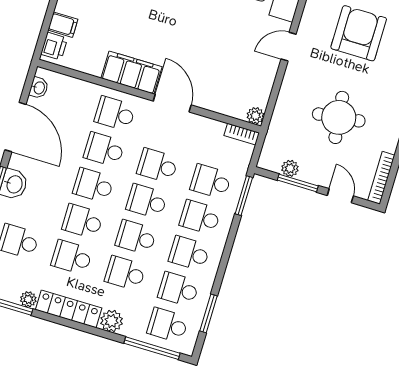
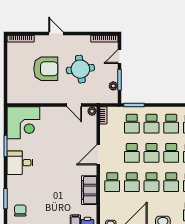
armchair: (359, 33) -> (46, 69), moved, turned 180
door: (289, 47) -> (74, 105), moved
filing cabinet: (132, 73) -> (89, 190), moved

